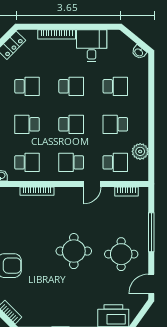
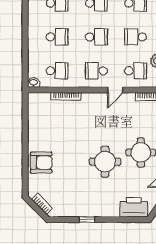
school desk: (27, 124) -> (57, 37), turned 180
round table: (74, 251) -> (105, 162), moved

